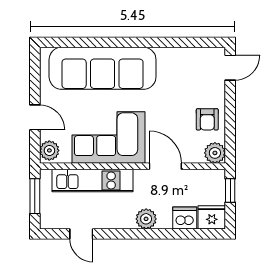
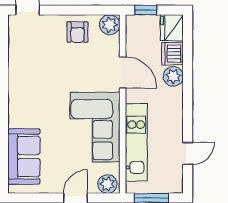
sofa: (103, 68) -> (24, 156), width x0.54, depth x0.79
armchair: (207, 119) -> (77, 32), turned 90
door: (165, 166) -> (123, 72), swing flipped
plant: (146, 219) -> (173, 76), moved

